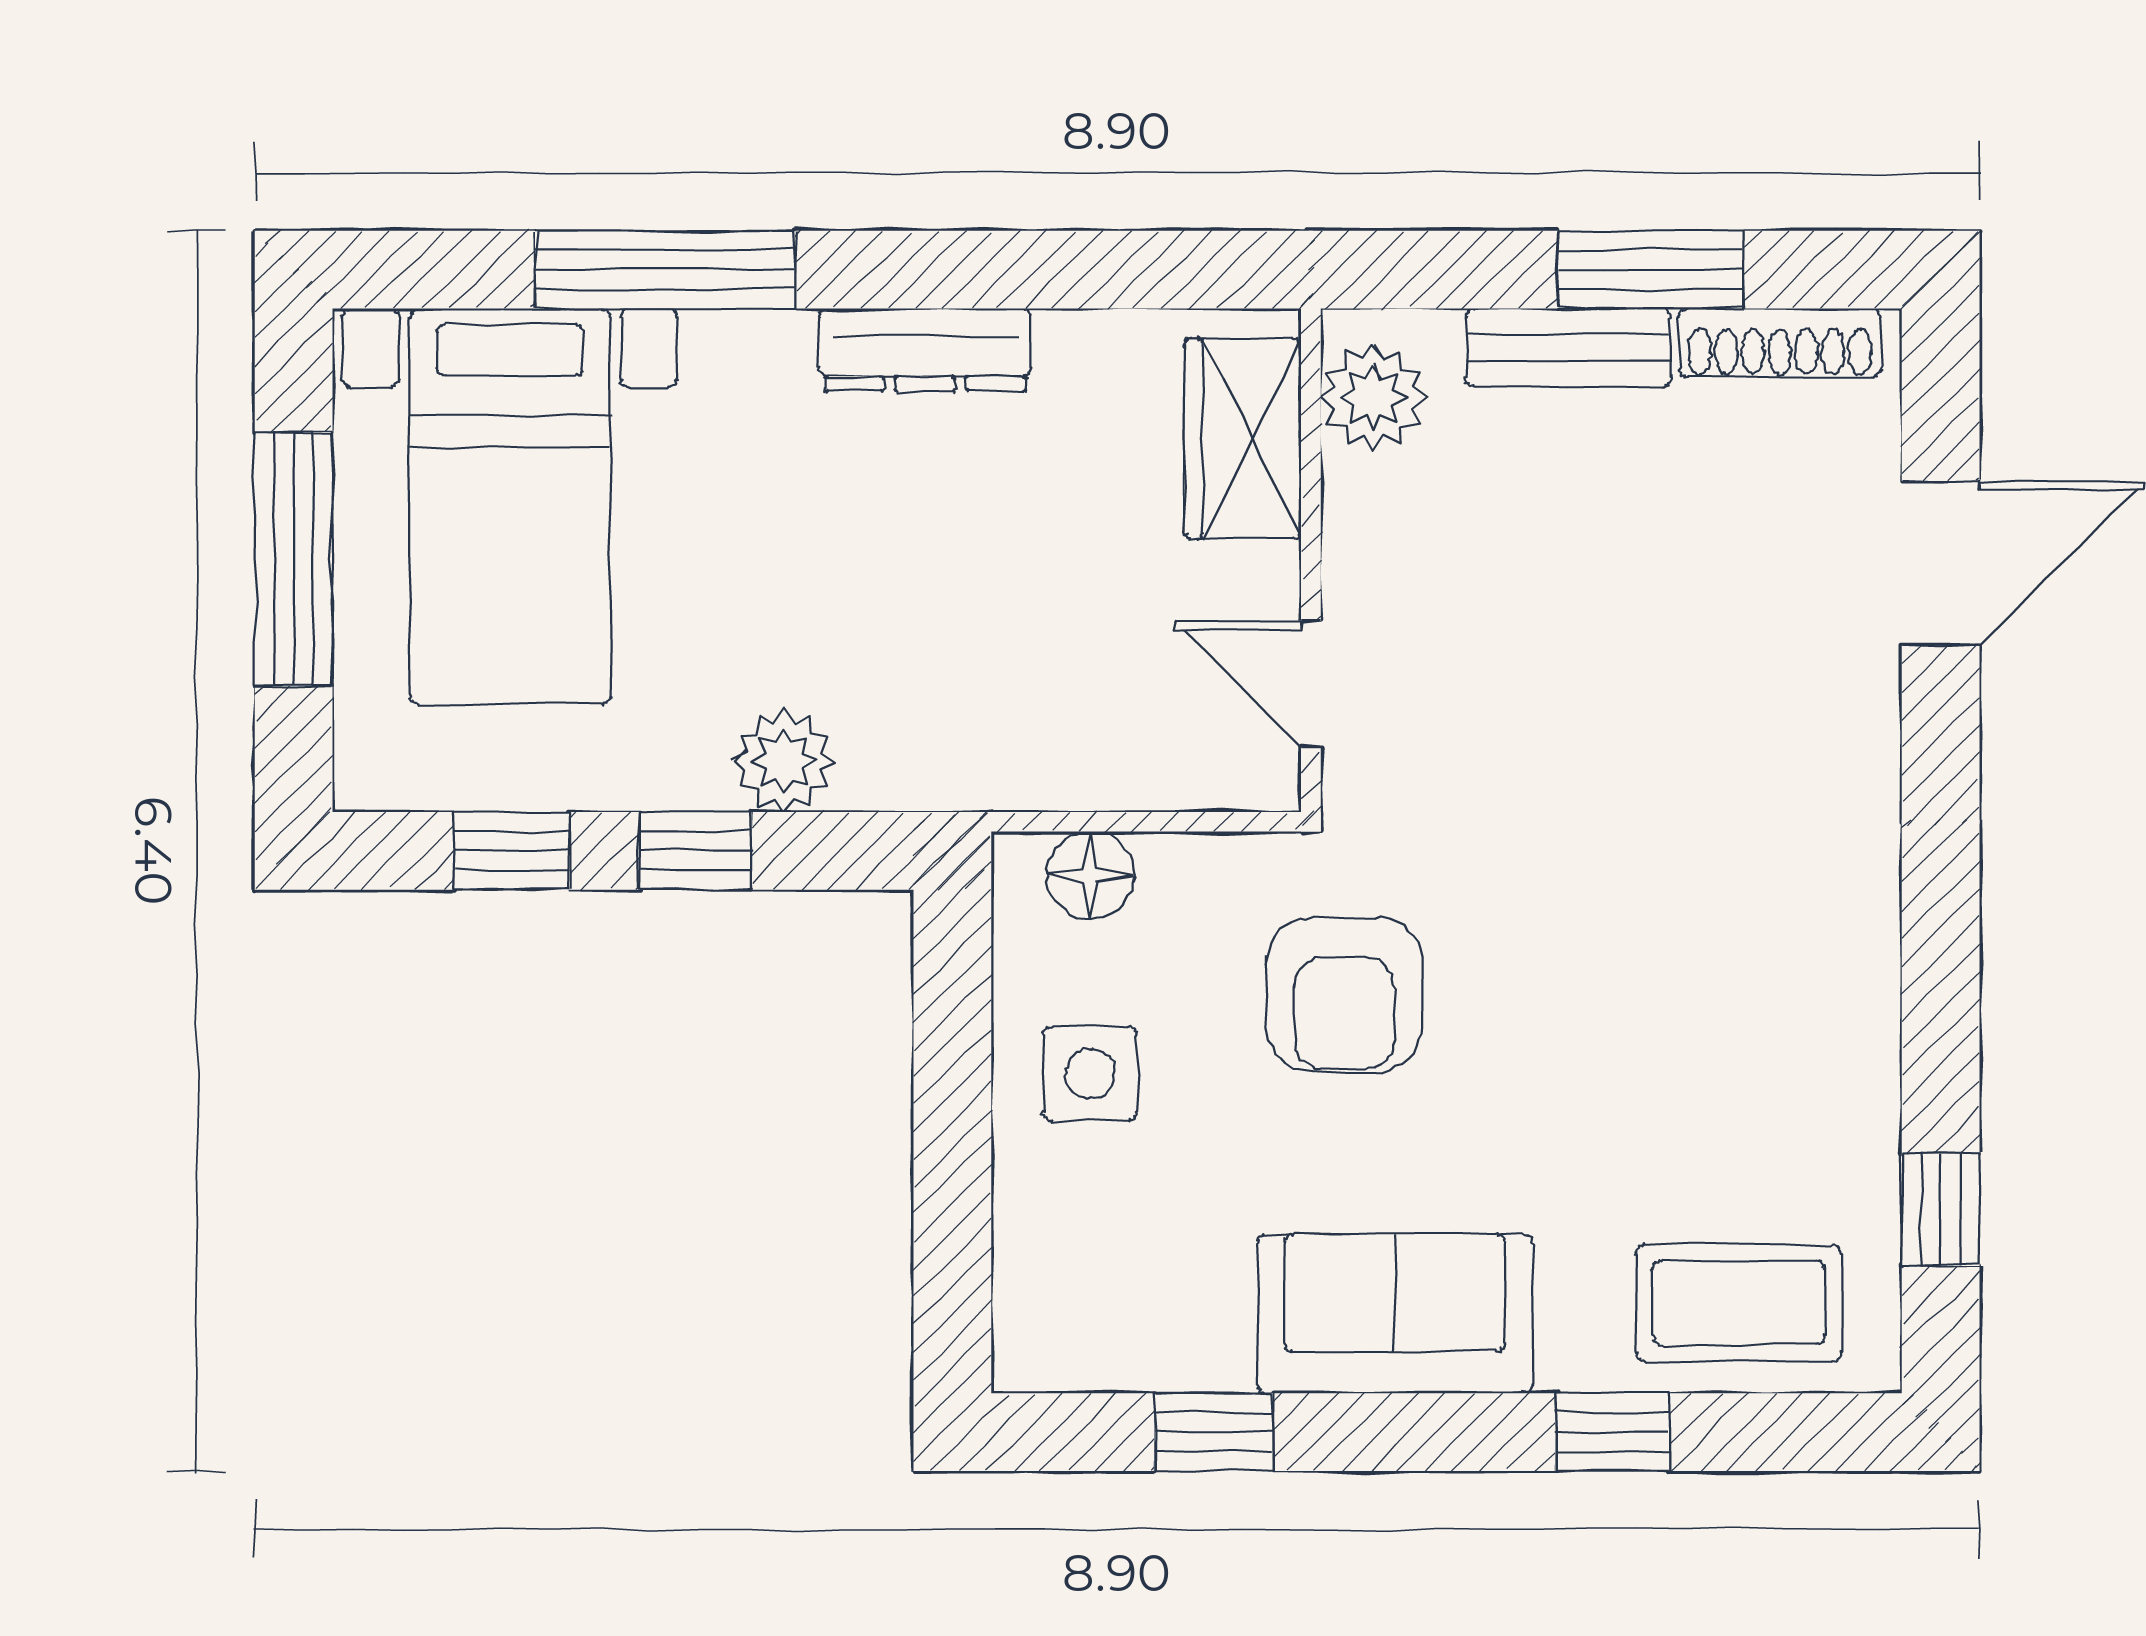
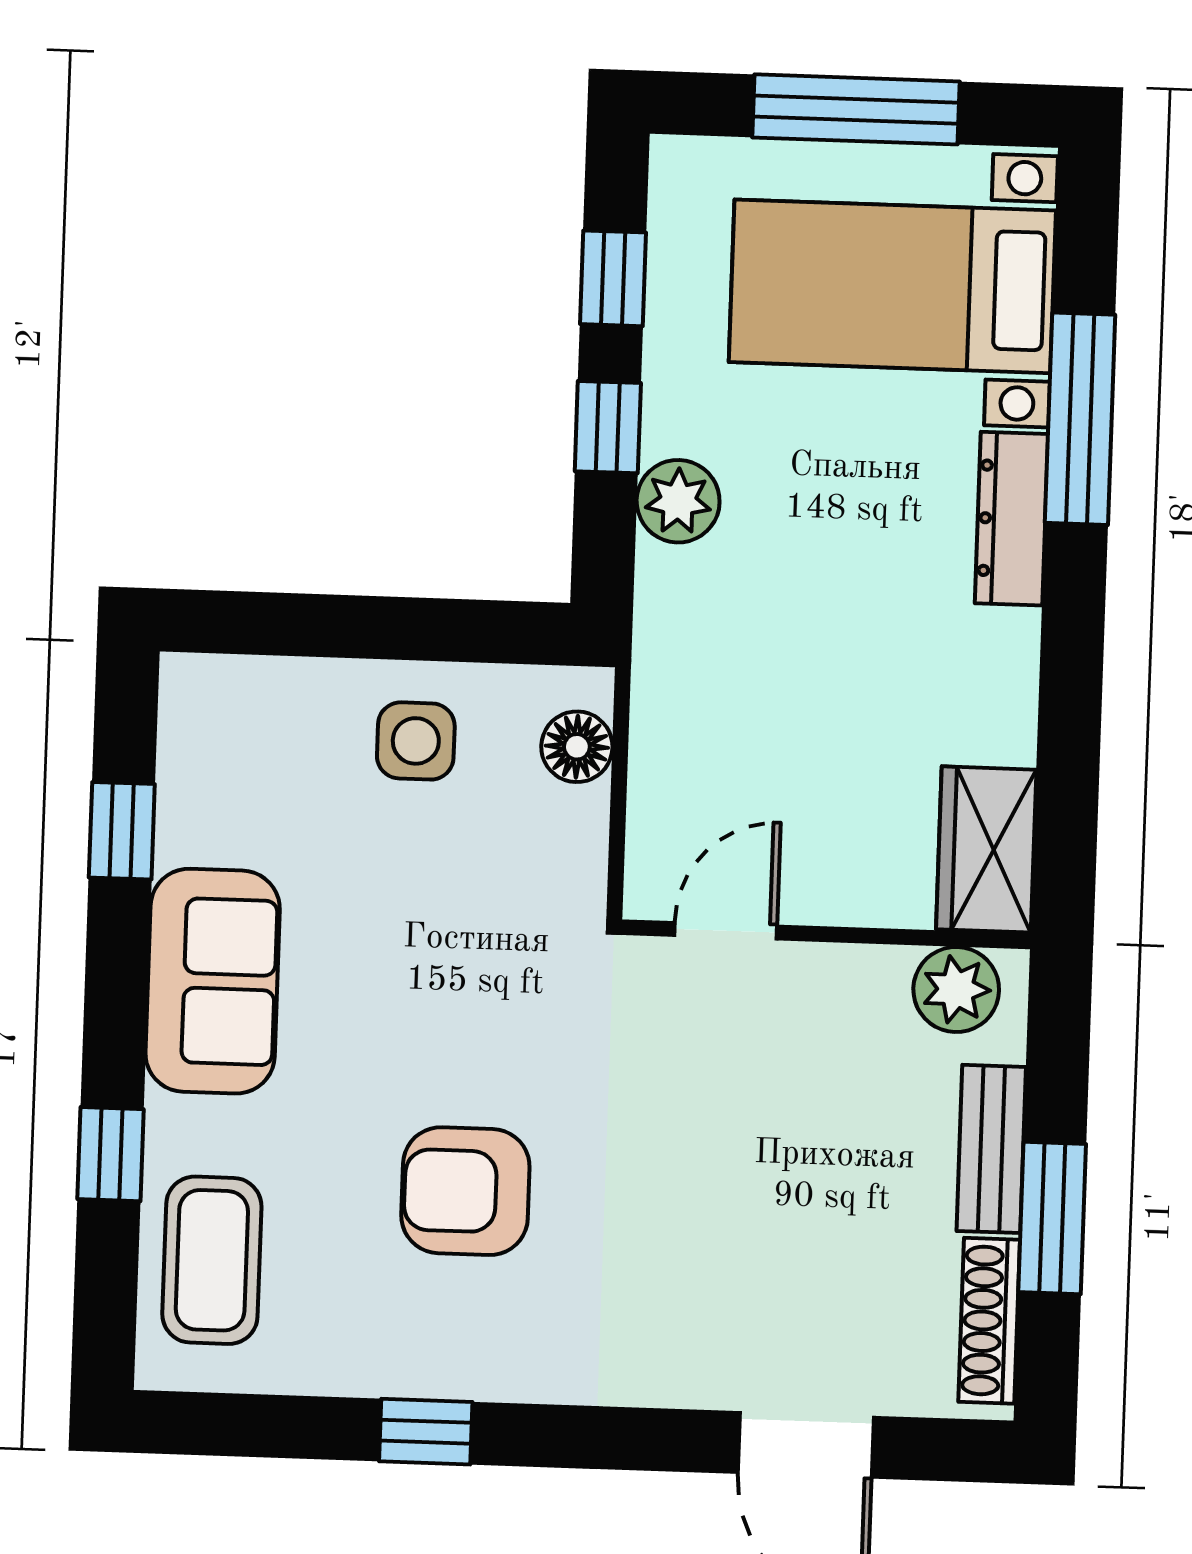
dresser: (925, 350) -> (1011, 519), moved
wardrobe: (1243, 439) -> (986, 849), moved, turned -90
armchair: (1345, 995) -> (465, 1191), moved
window: (1941, 1210) -> (426, 1432), moved

